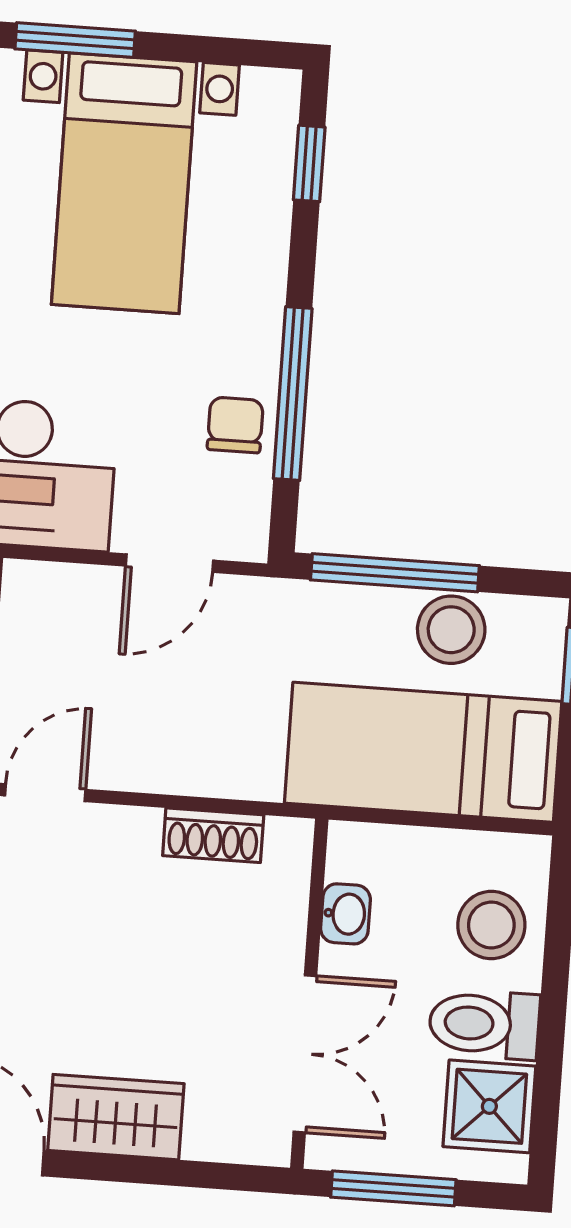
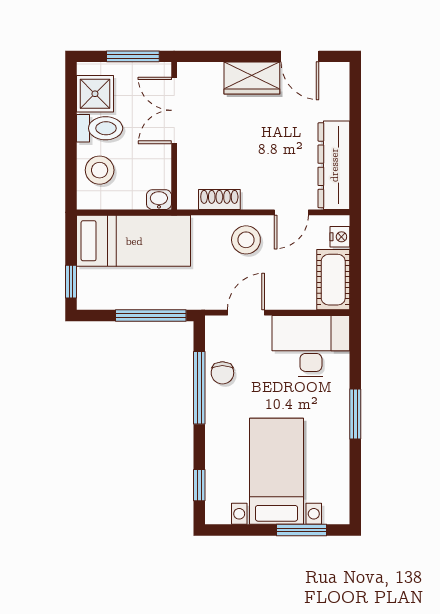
stool: (451, 630) -> (246, 240), moved
washbasin: (345, 914) -> (159, 200), moved, turned 90

